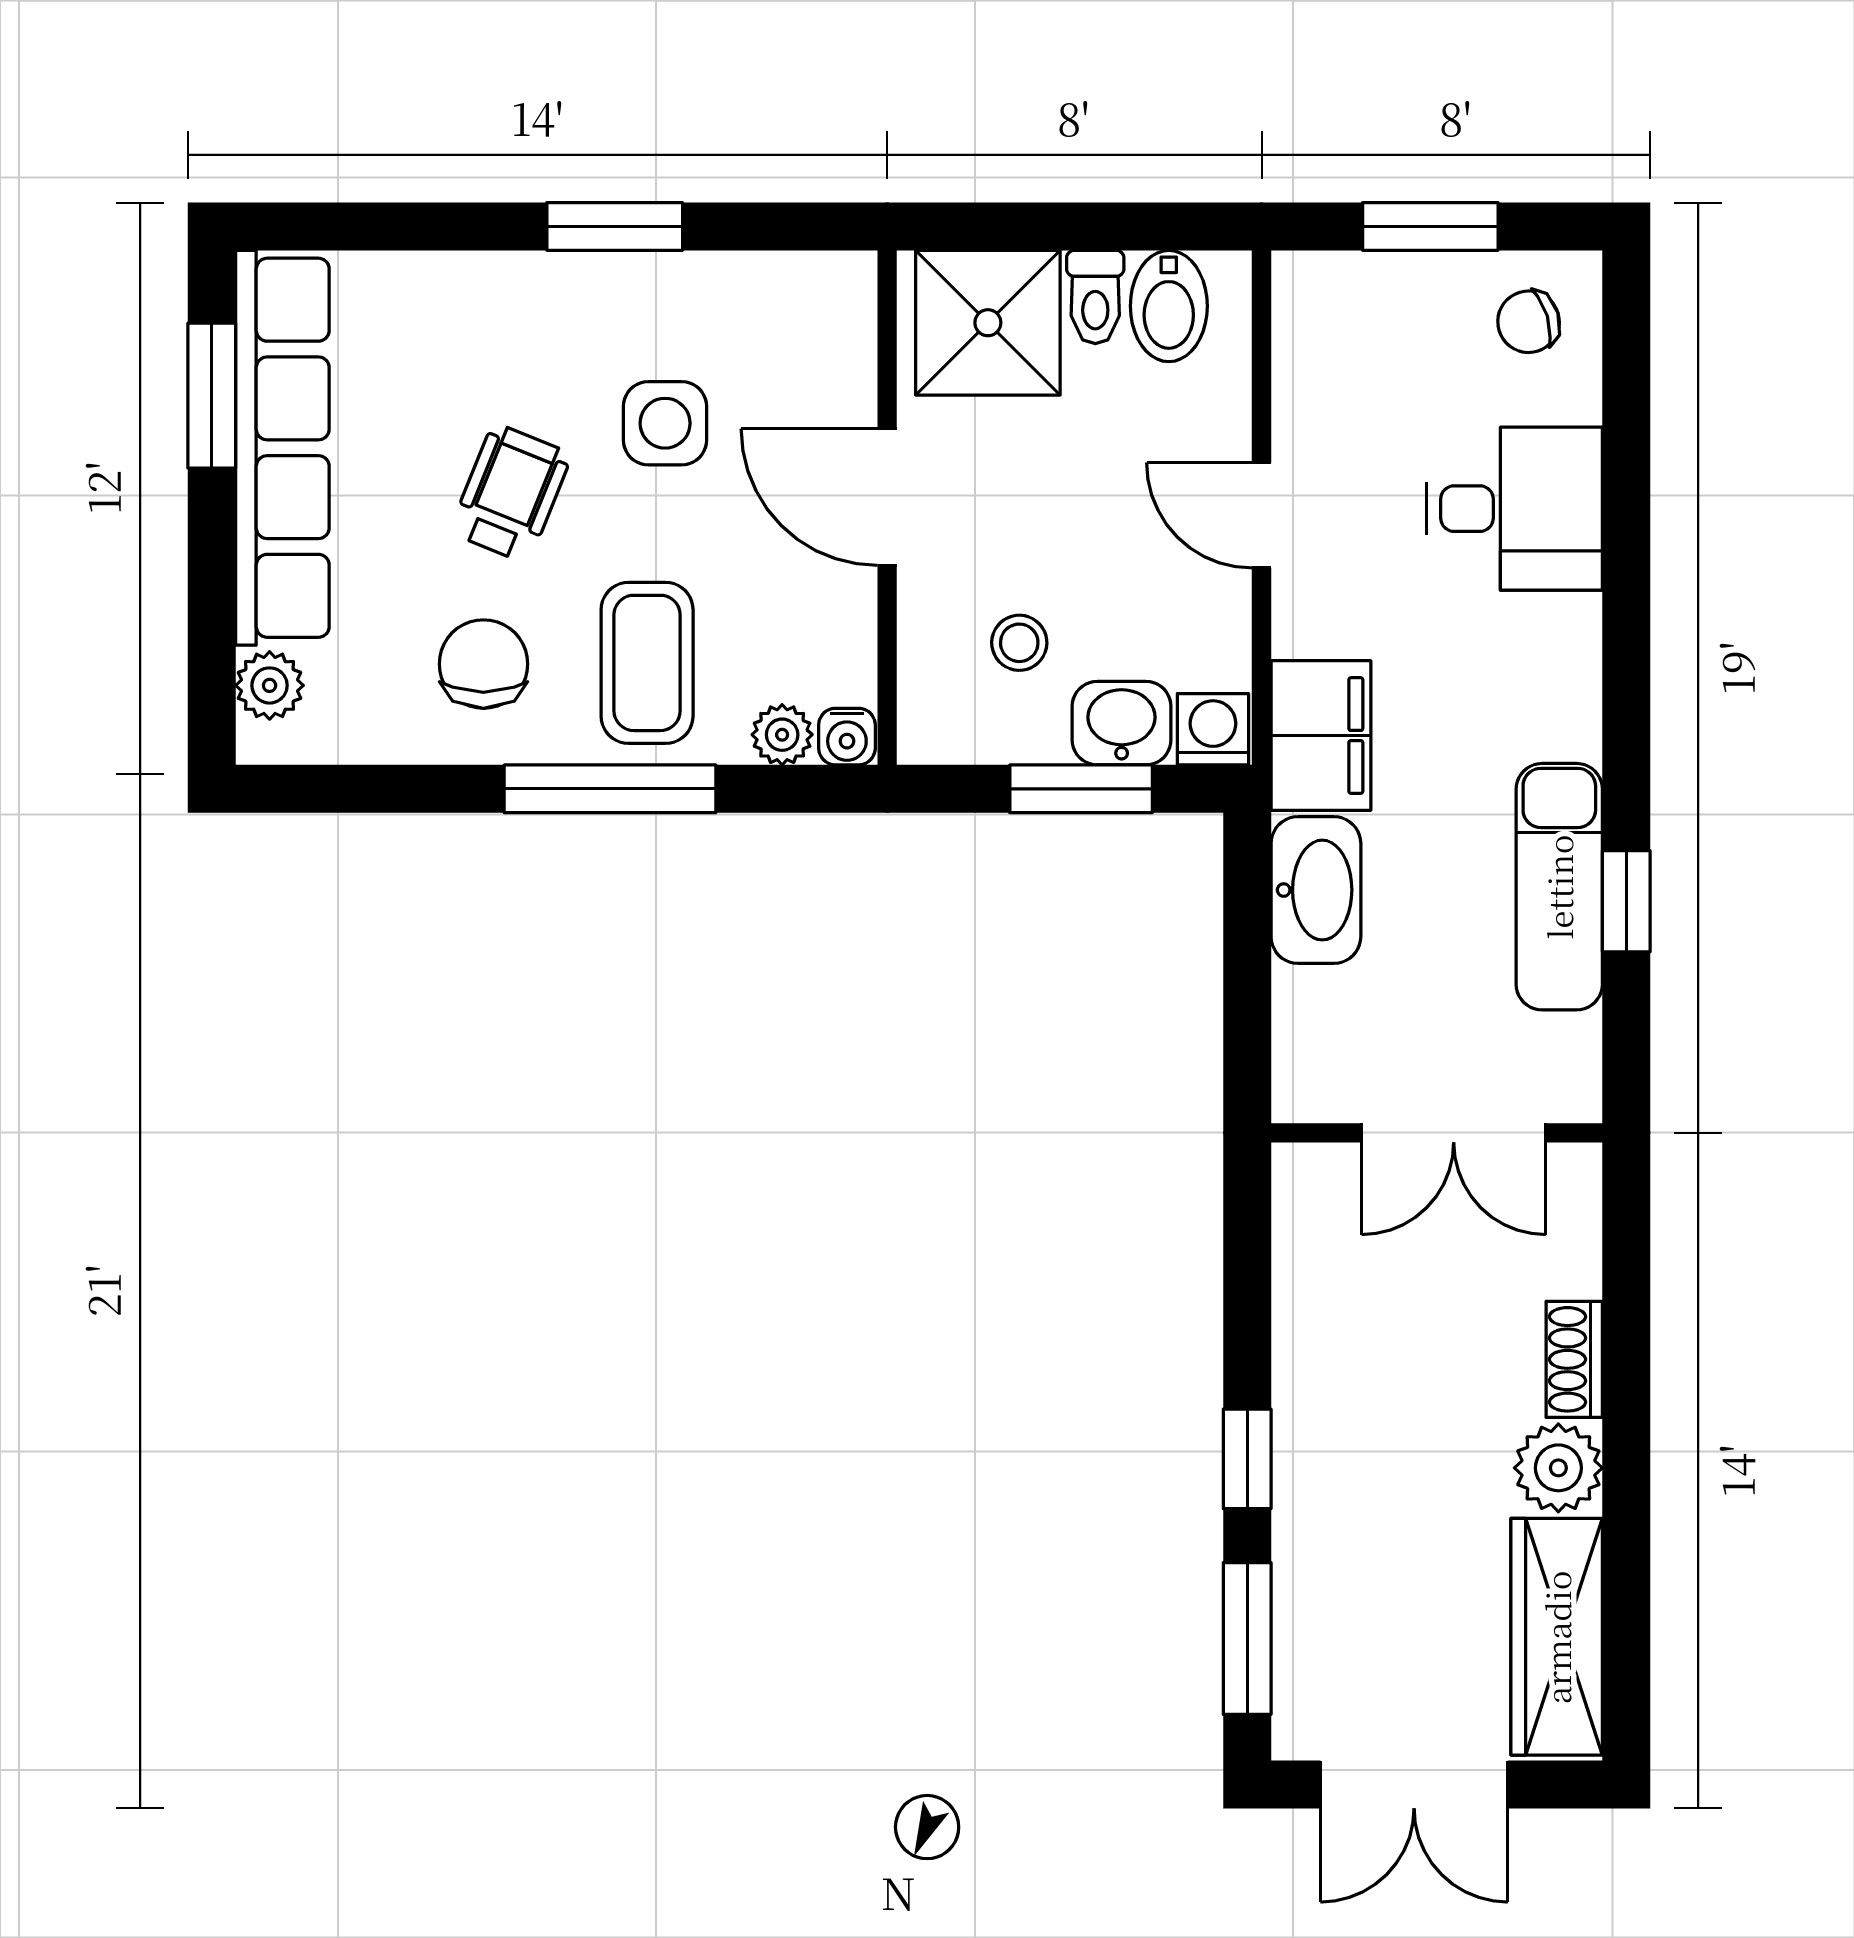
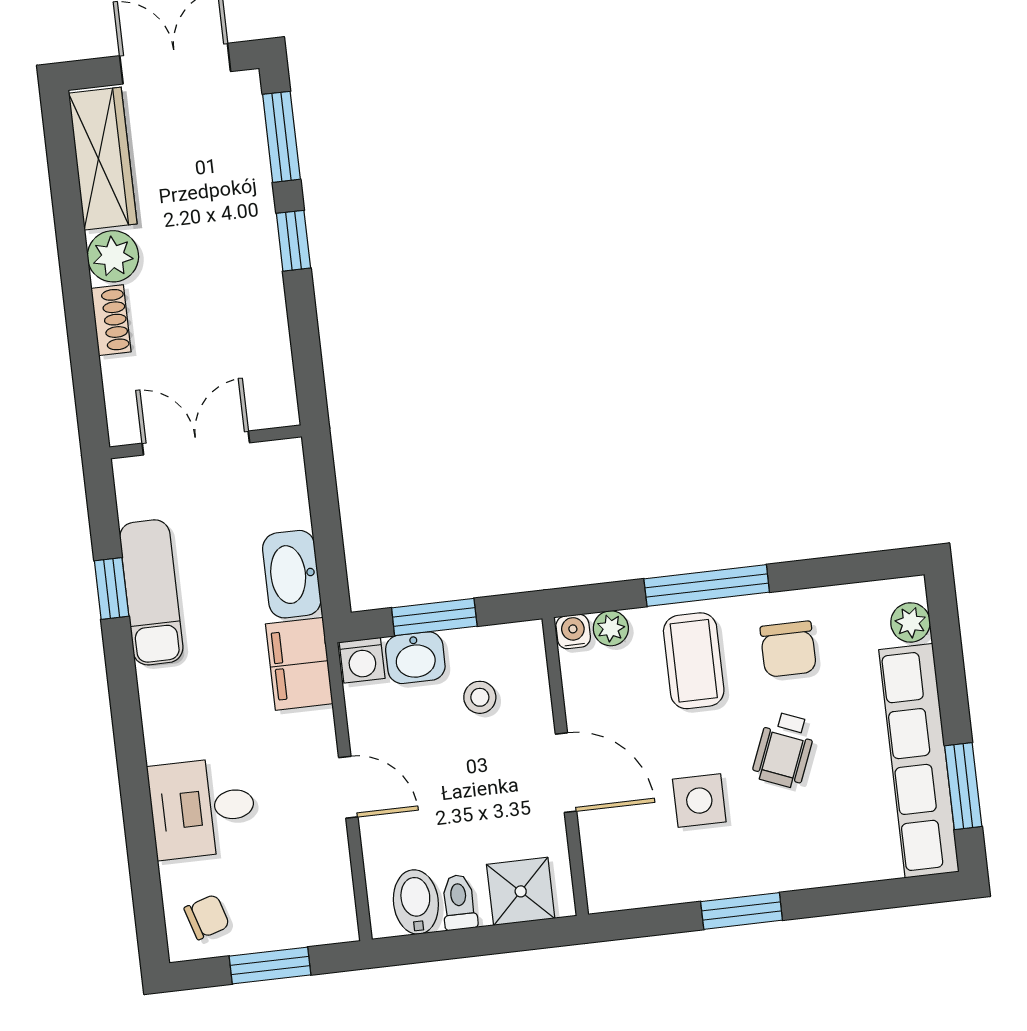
shower: (988, 323) -> (521, 891), width x0.73, depth x0.73

